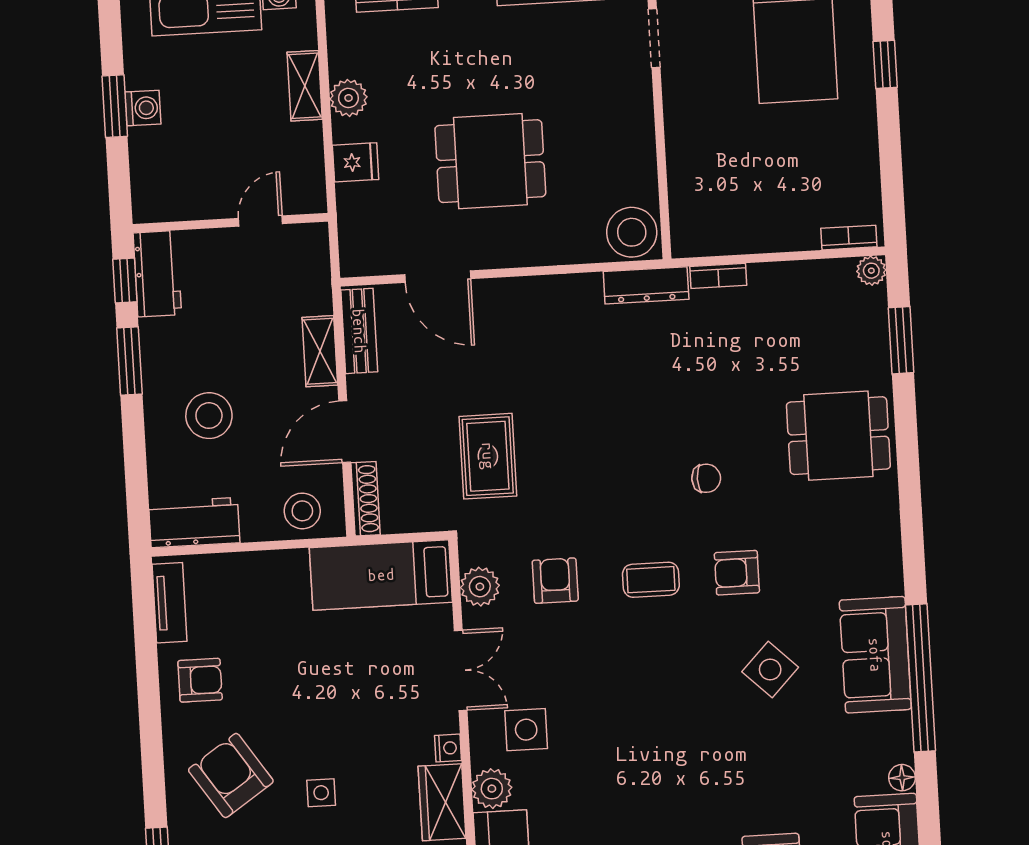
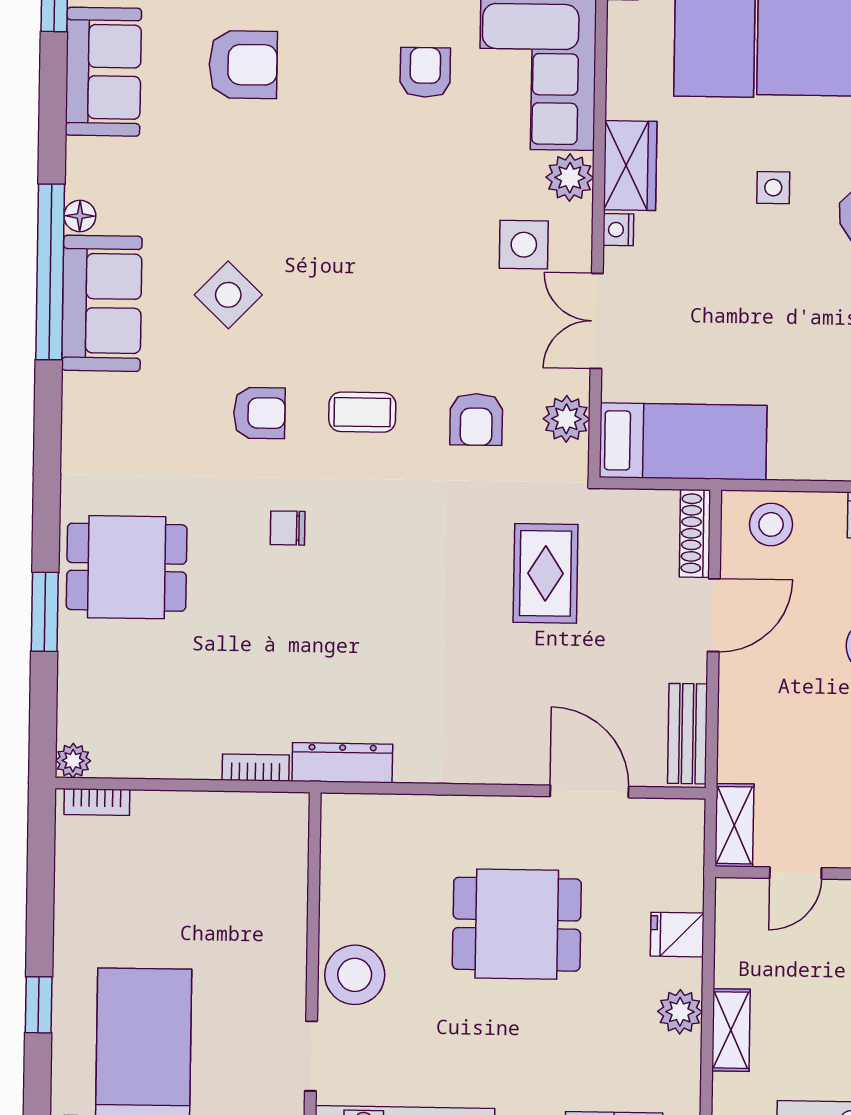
stool: (632, 232) -> (355, 975), moved
window: (901, 340) -> (45, 612), moved
shelving: (320, 351) -> (734, 825), moved
floor lamp: (902, 778) -> (80, 216), moved

